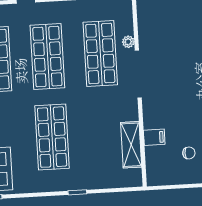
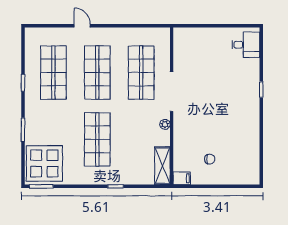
plant: (128, 42) -> (165, 124), moved
filing cabinet: (154, 137) -> (182, 178), moved
shelving: (131, 145) -> (162, 166), moved

